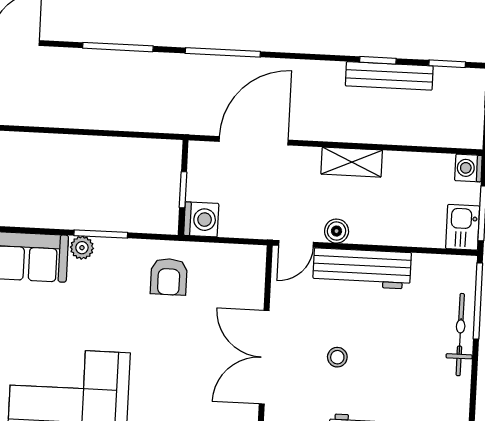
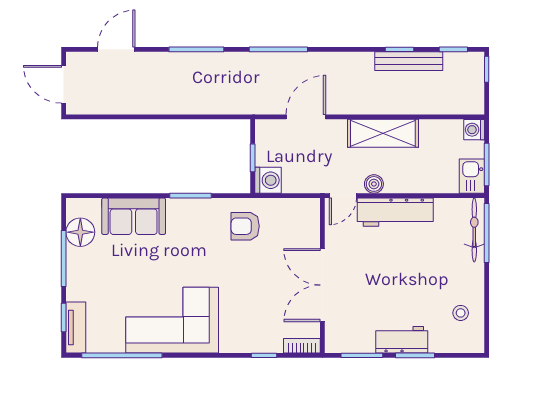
door: (254, 141) -> (306, 117), width x0.73
shelving: (352, 162) -> (383, 133), width x1.50, depth x1.33
plant: (82, 248) -> (176, 207), removed
armchair: (169, 277) -> (245, 226), turned 90
bicycle: (460, 335) -> (474, 230), moved
stool: (337, 357) -> (461, 313), moved

